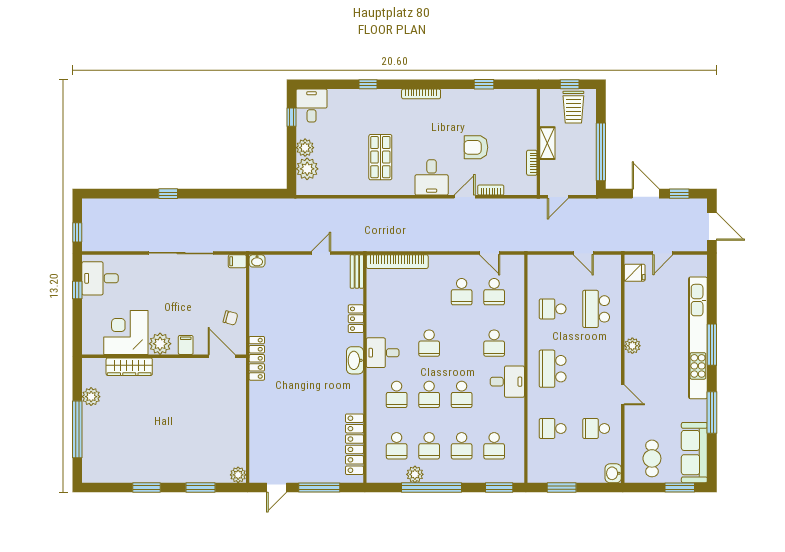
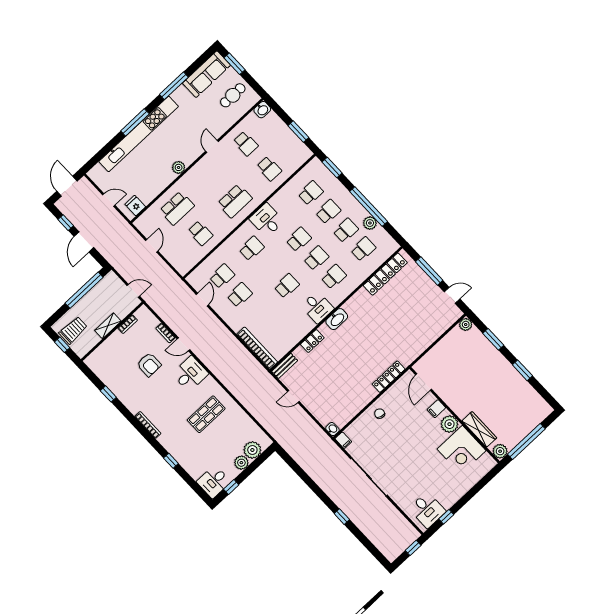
corner desk: (126, 333) -> (462, 450), moved
plant: (160, 344) -> (449, 424), moved
filing cabinet: (186, 345) -> (436, 409), moved
wall: (164, 356) -> (455, 415), moved
door: (222, 356) -> (423, 382), moved
wardrobe: (129, 367) -> (479, 429), moved

